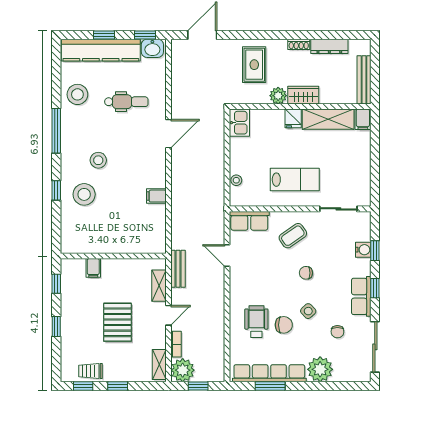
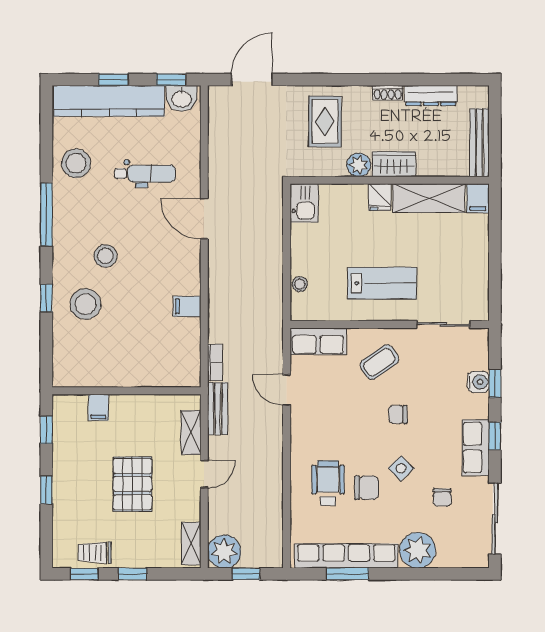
door: (168, 134) -> (204, 219), swing flipped
bookcase: (176, 344) -> (215, 362), moved

